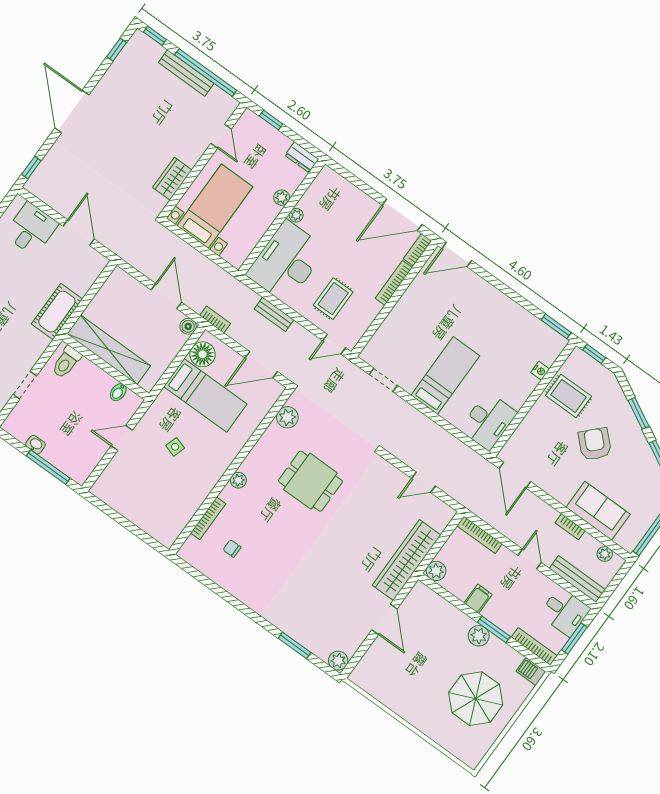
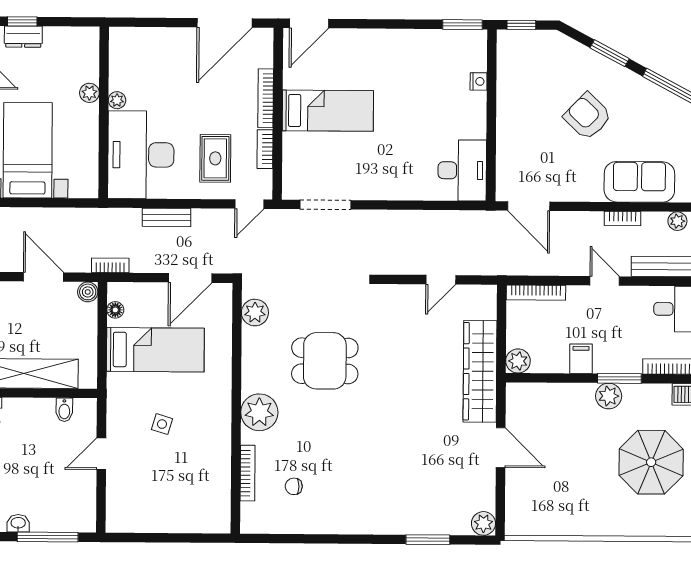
dresser: (302, 157) -> (23, 37), moved
bookcase: (417, 250) -> (265, 149), moved
floor lamp: (203, 354) -> (115, 310), width x0.53, depth x0.53
bed: (445, 375) -> (328, 111), moved, turned 90
doorway: (383, 380) -> (325, 205), width x1.38
rug: (568, 396) -> (526, 86), removed
plant: (238, 480) -> (259, 412), width x1.87, depth x1.87

